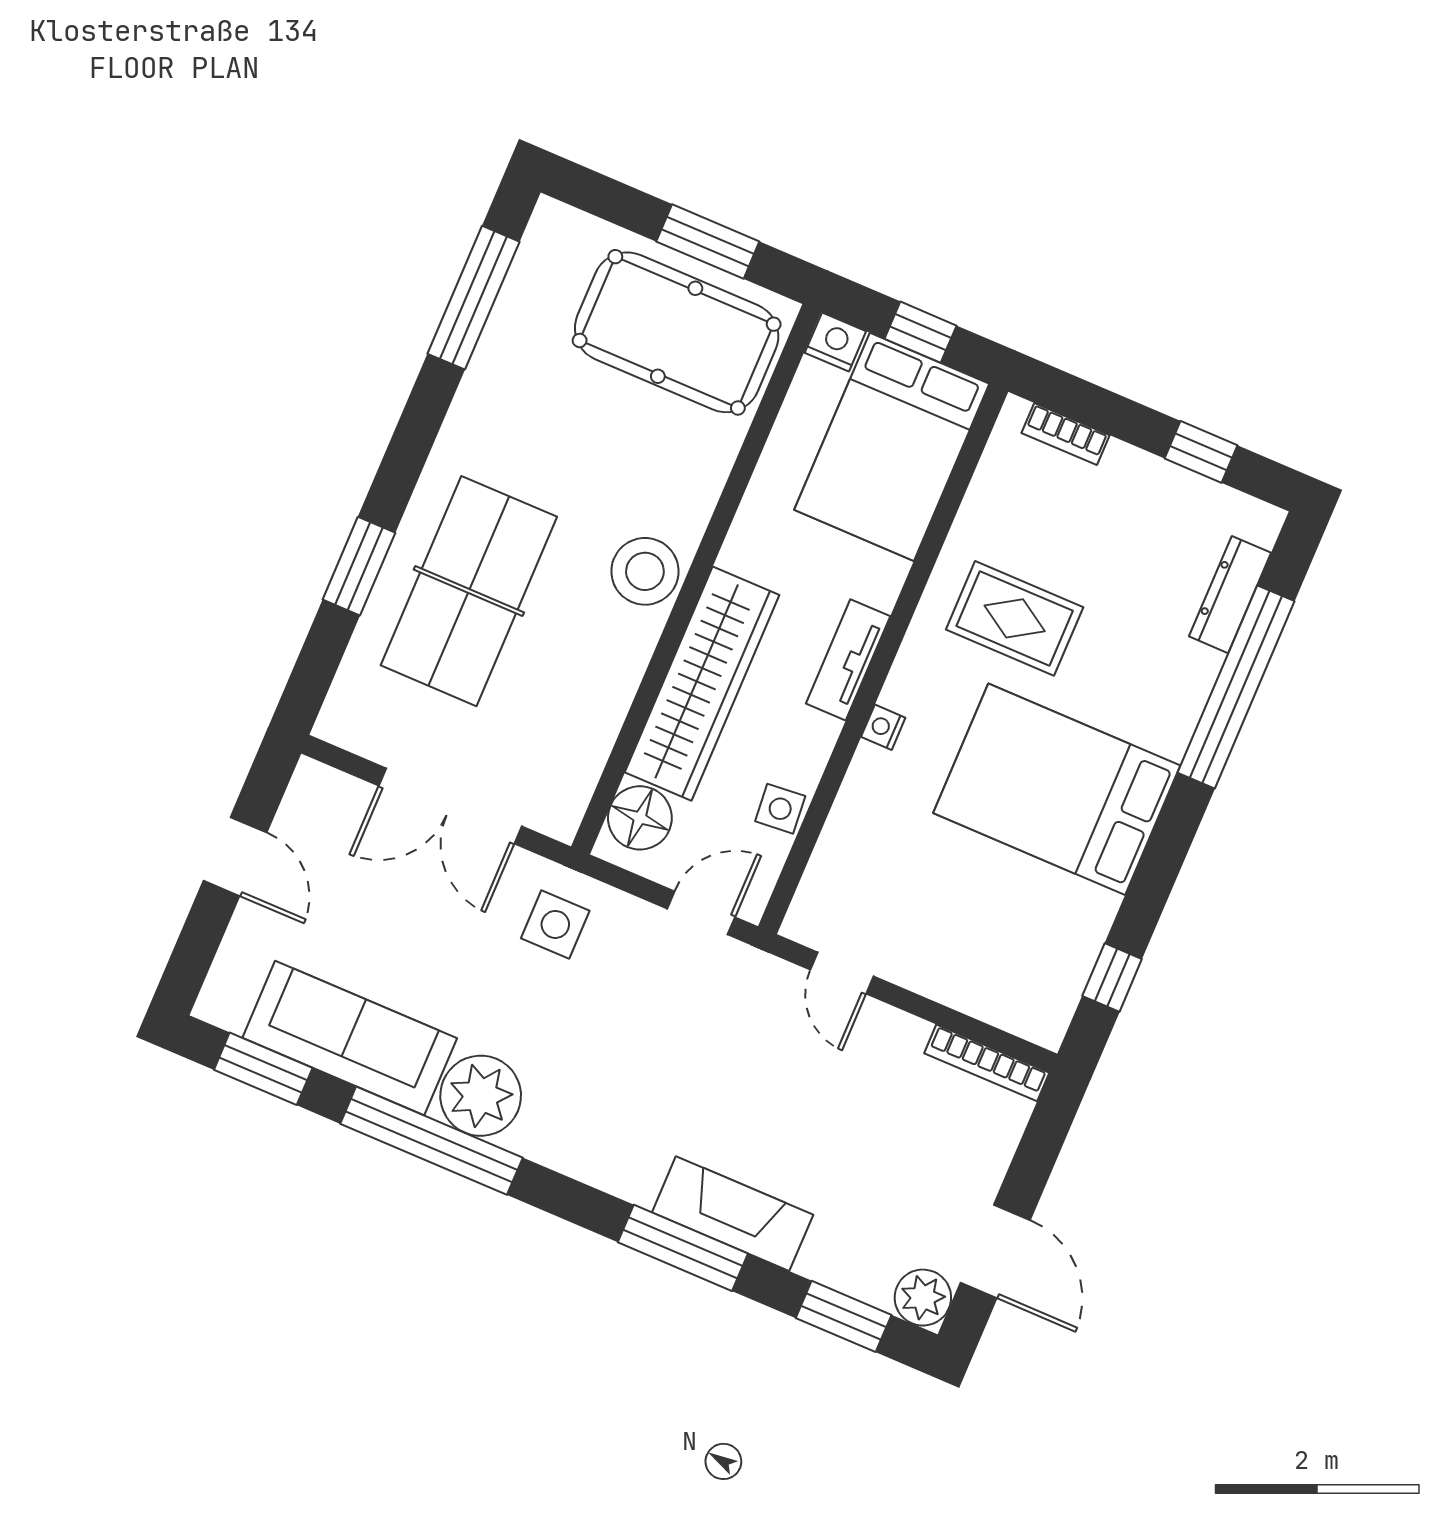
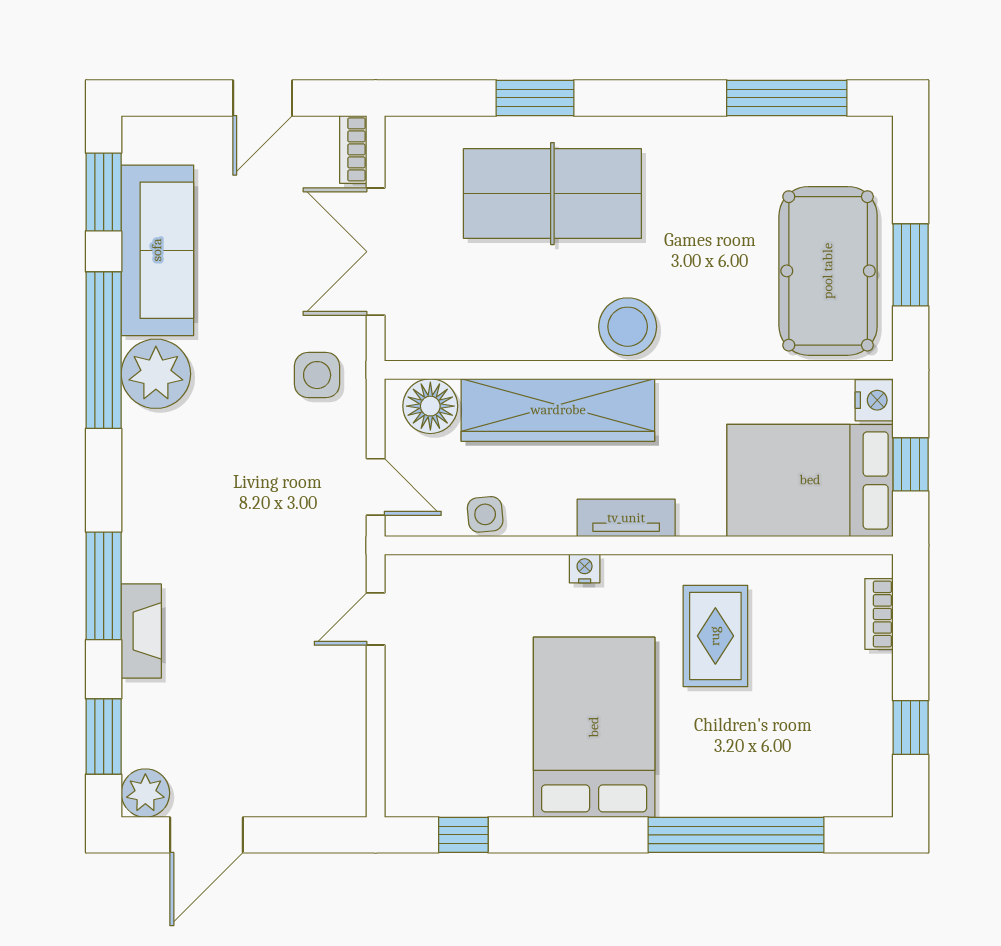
dresser: (1230, 595) -> (807, 799), removed
bookcase: (987, 1063) -> (353, 149), moved, width x0.64
fireplace: (733, 1214) -> (141, 631), width x0.73, depth x0.76

